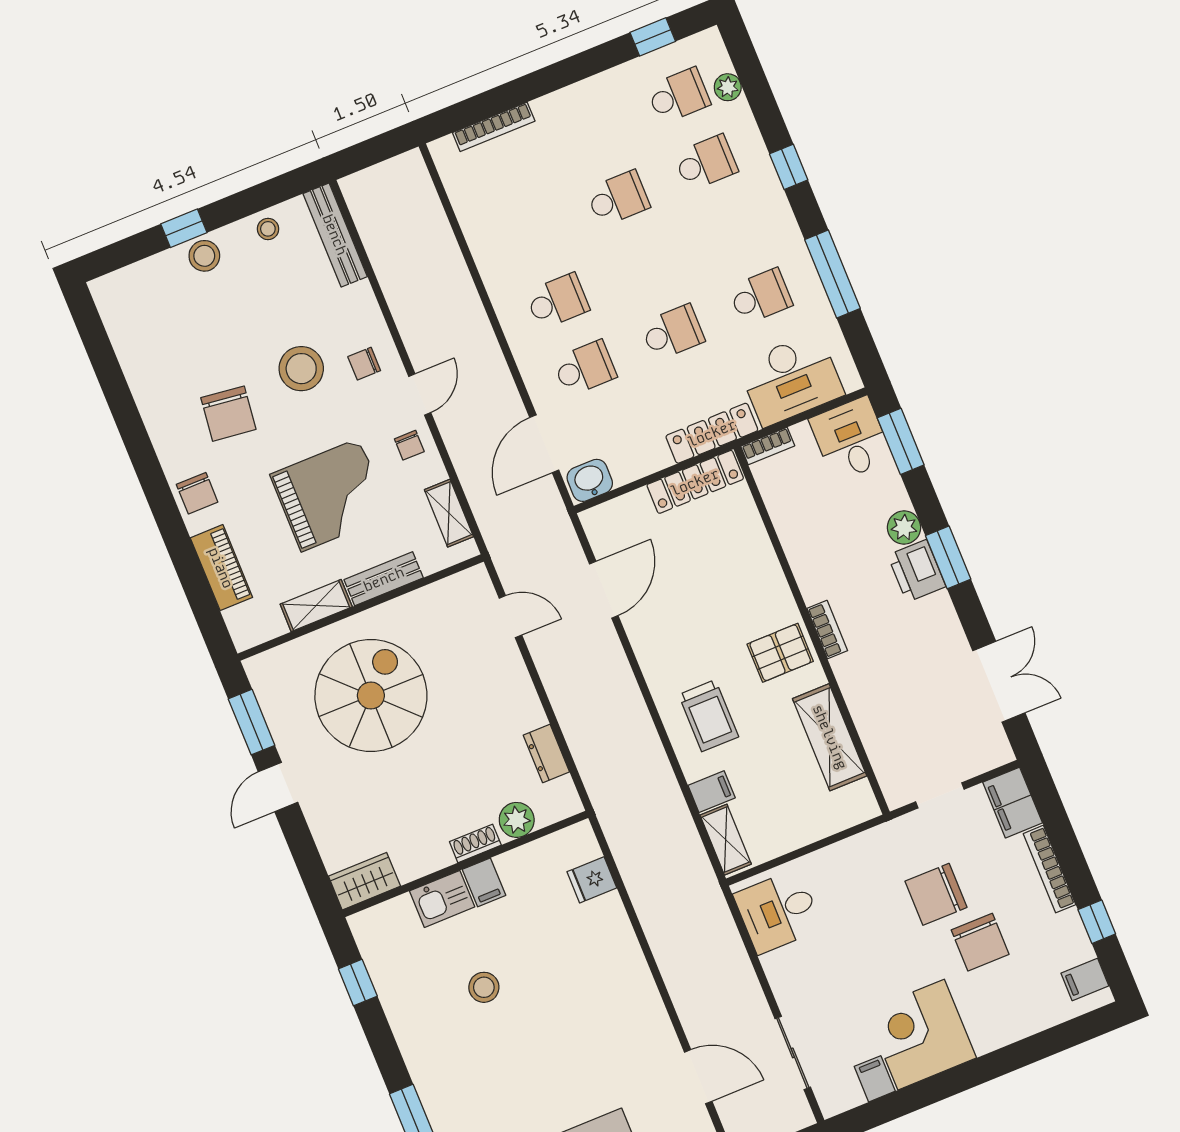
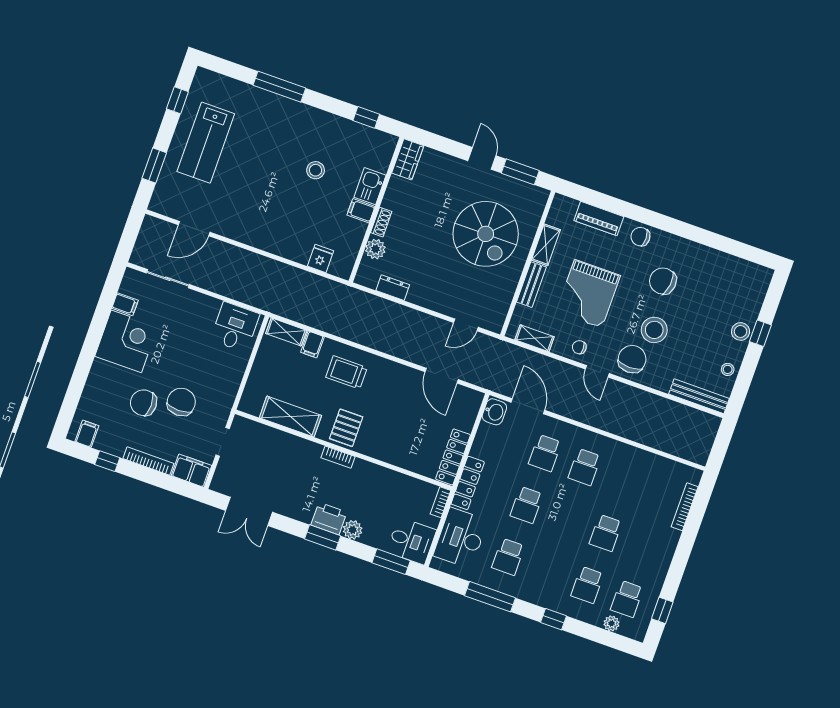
chair: (364, 364) -> (632, 359), width x1.87, depth x1.87

